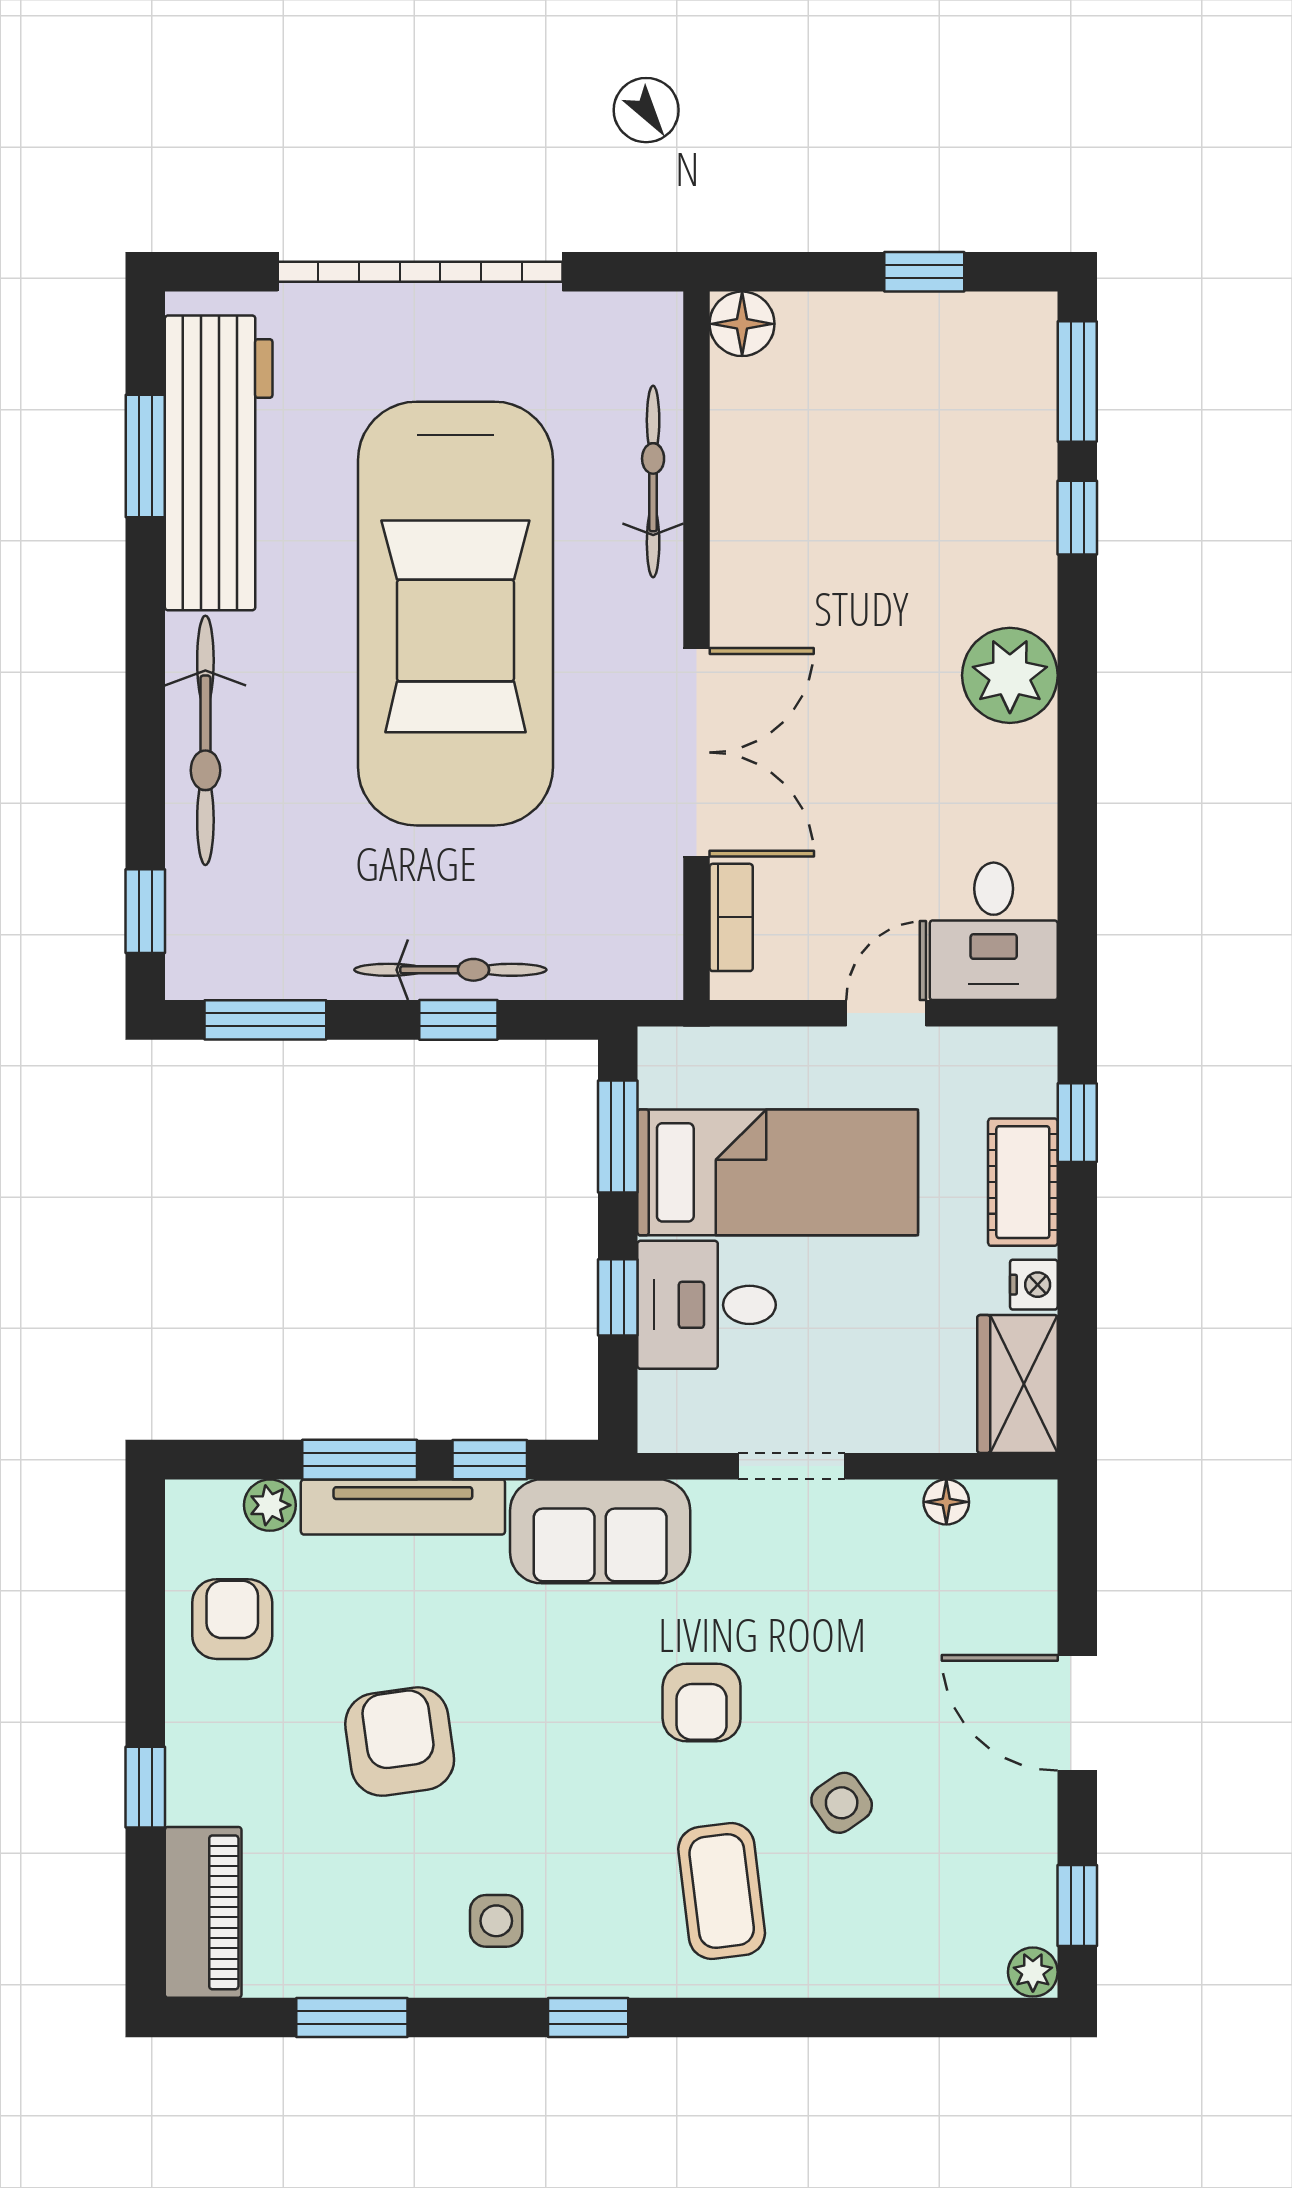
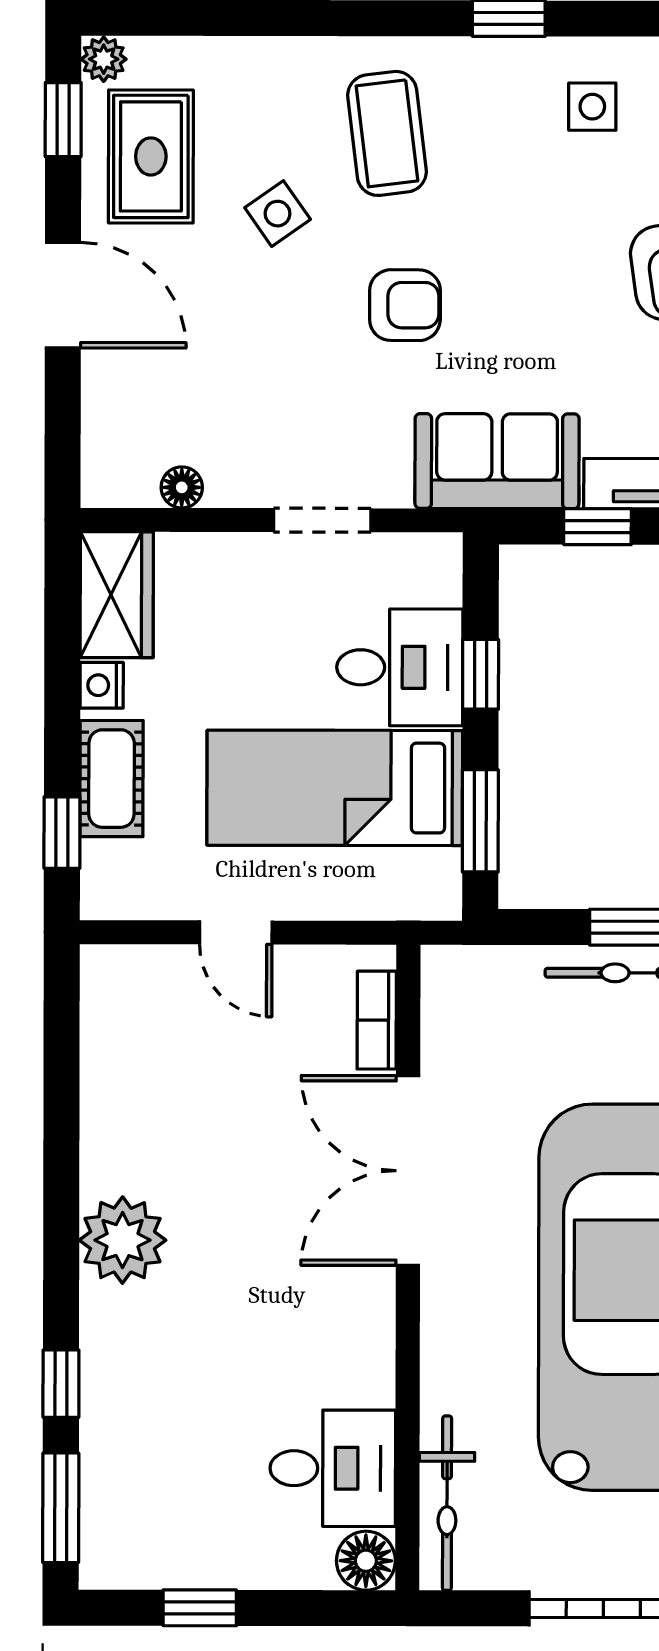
bicycle: (653, 482) -> (447, 1503), moved
desk: (994, 931) -> (333, 1468), moved, turned 90
door: (886, 1013) -> (236, 932), hinge flipped
armchair: (702, 1703) -> (405, 305), turned 90
rug: (981, 1865) -> (151, 156), added

